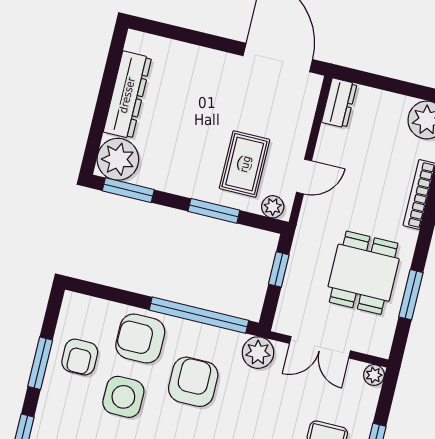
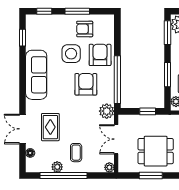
armchair: (193, 382) -> (86, 84), turned -90

